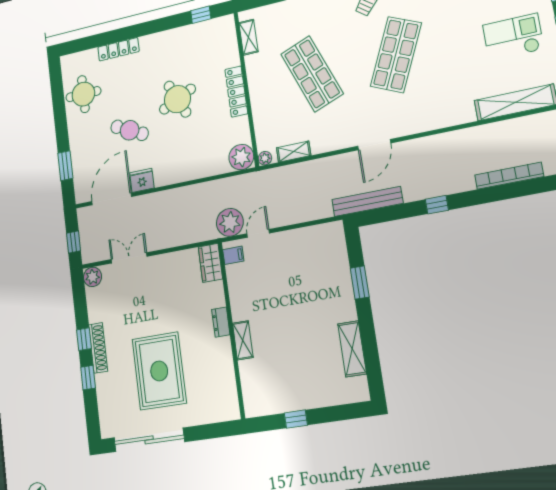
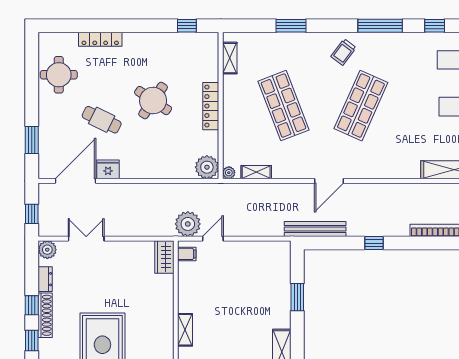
round table: (177, 99) -> (153, 101), turned -31
dresser: (221, 322) -> (45, 279), moved, turned 180

